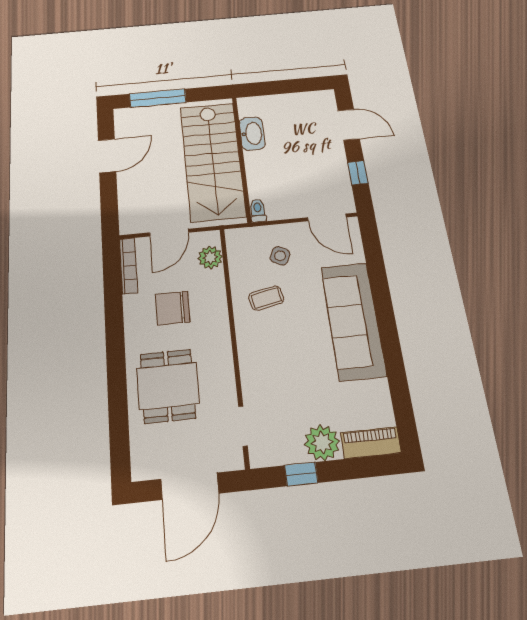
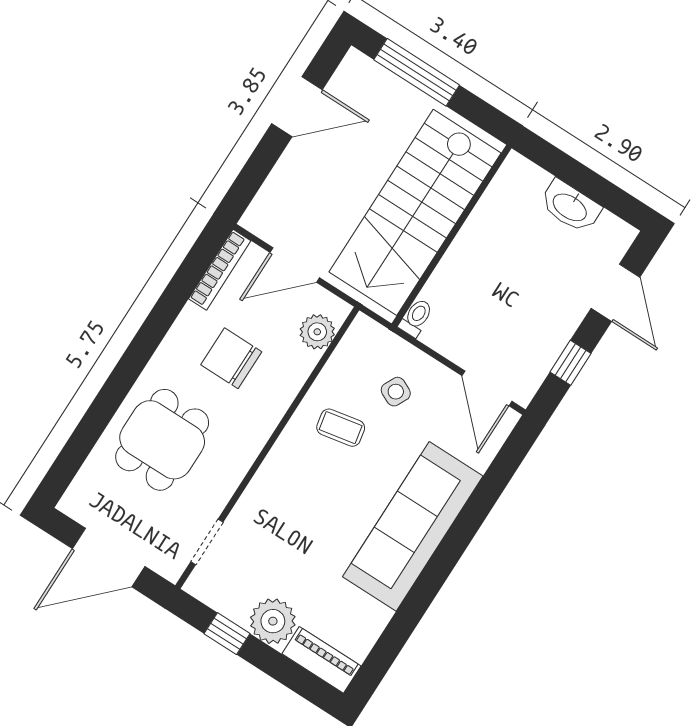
washbasin: (252, 134) -> (570, 207), moved, turned 90

